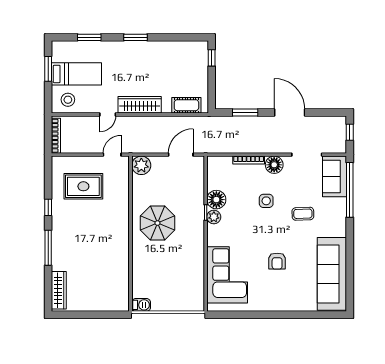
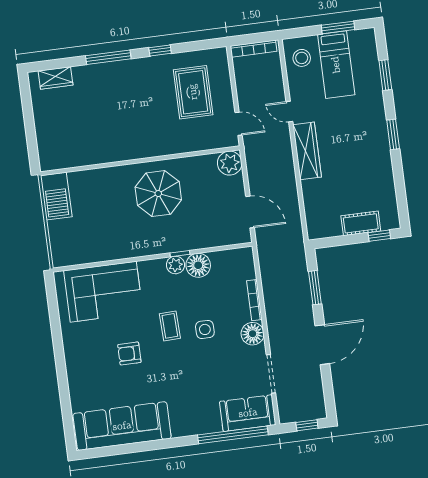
cot: (186, 105) -> (361, 223), moved, turned 90
coffee table: (303, 214) -> (170, 326), moved
wardrobe: (59, 290) -> (56, 78), width x0.67
barbecue: (141, 305) -> (56, 196), width x1.88, depth x1.53

